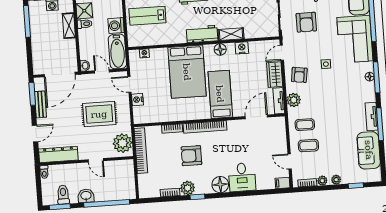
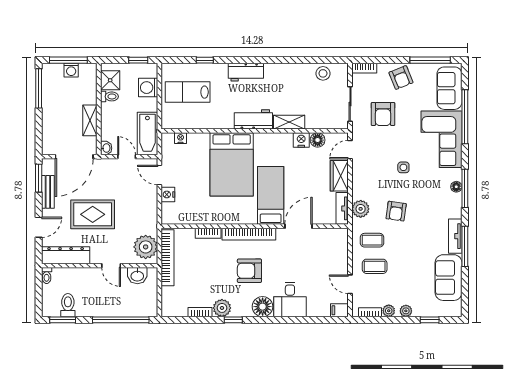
shelving: (69, 26) -> (90, 120), moved
washing machine: (116, 26) -> (148, 88), moved
floor lamp: (220, 49) -> (318, 140), moved
armchair: (299, 75) -> (396, 211), moved
rug: (99, 114) -> (93, 214), moved
door: (256, 117) -> (299, 226), moved
armchair: (191, 156) -> (249, 271), moved
washbasin: (86, 196) -> (137, 276), moved, turned 180

